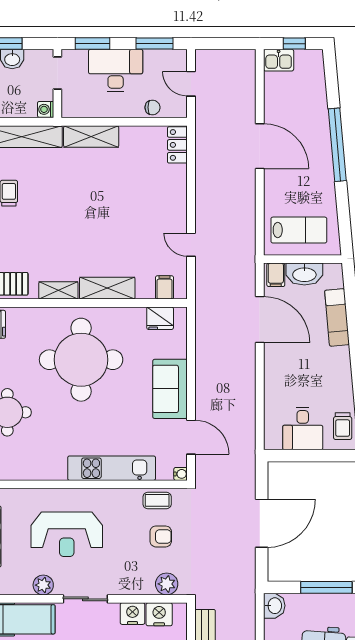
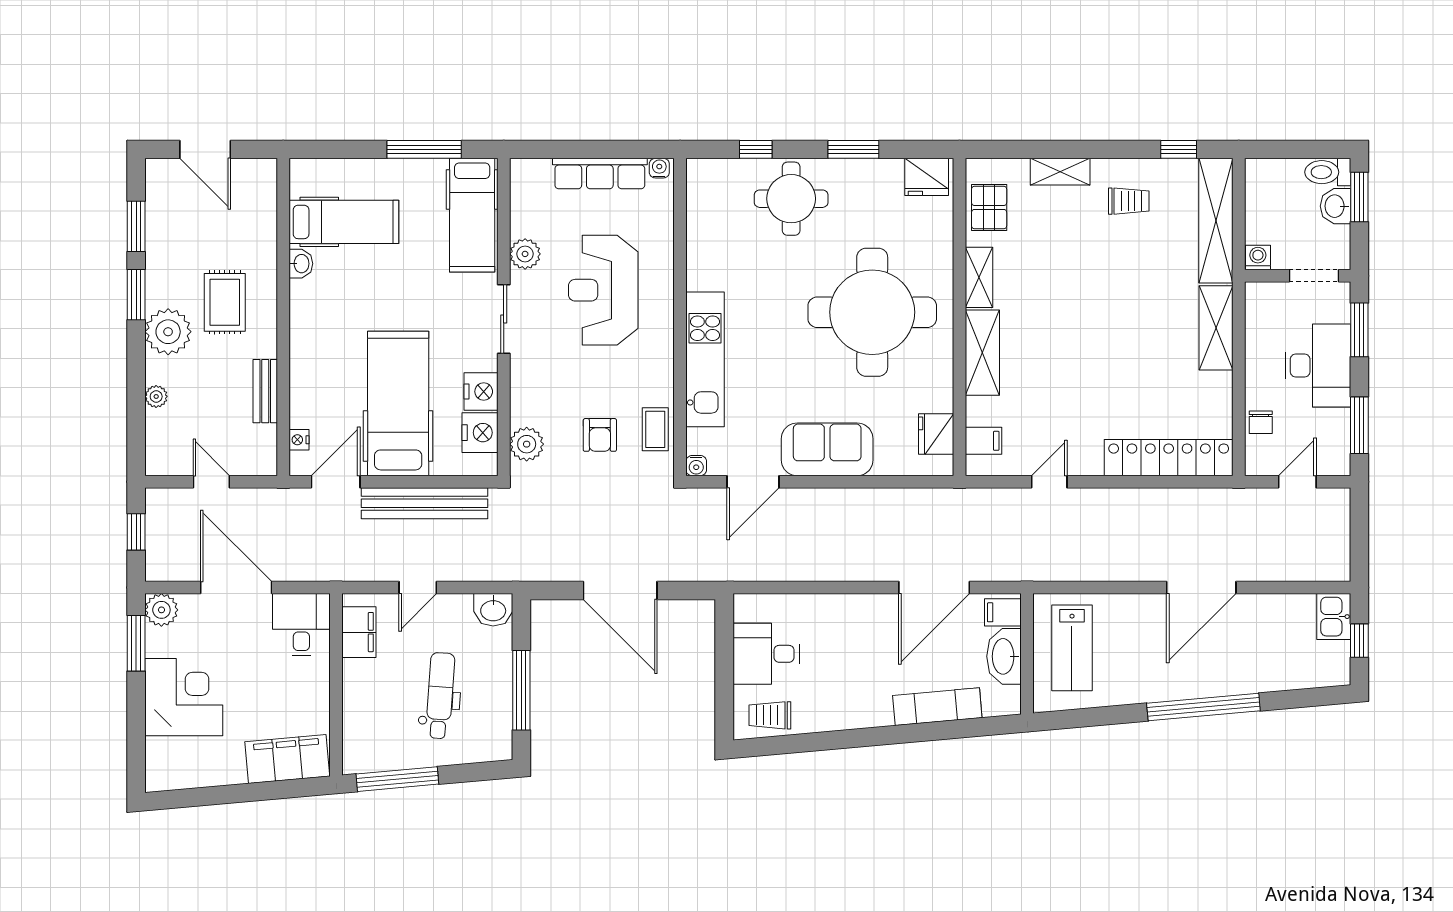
locker: (177, 145) -> (1169, 458), width x2.16, depth x1.21

